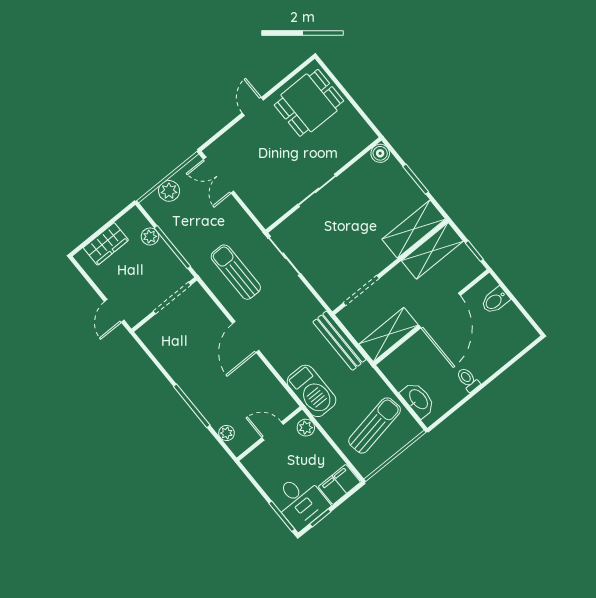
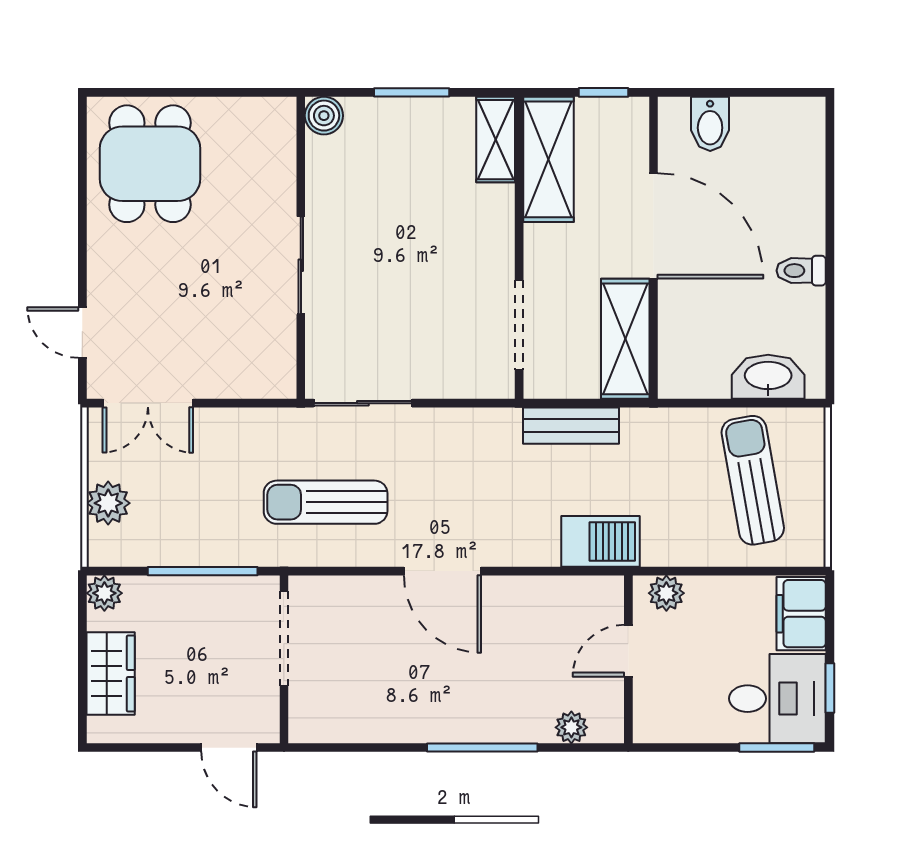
door: (253, 106) -> (82, 333), moved
shelving: (414, 229) -> (496, 140), width x0.67, depth x0.75
plant: (150, 236) -> (104, 593), moved
bench: (339, 341) -> (571, 426), width x0.73
barbecue: (311, 391) -> (601, 541), width x0.73, depth x0.83

